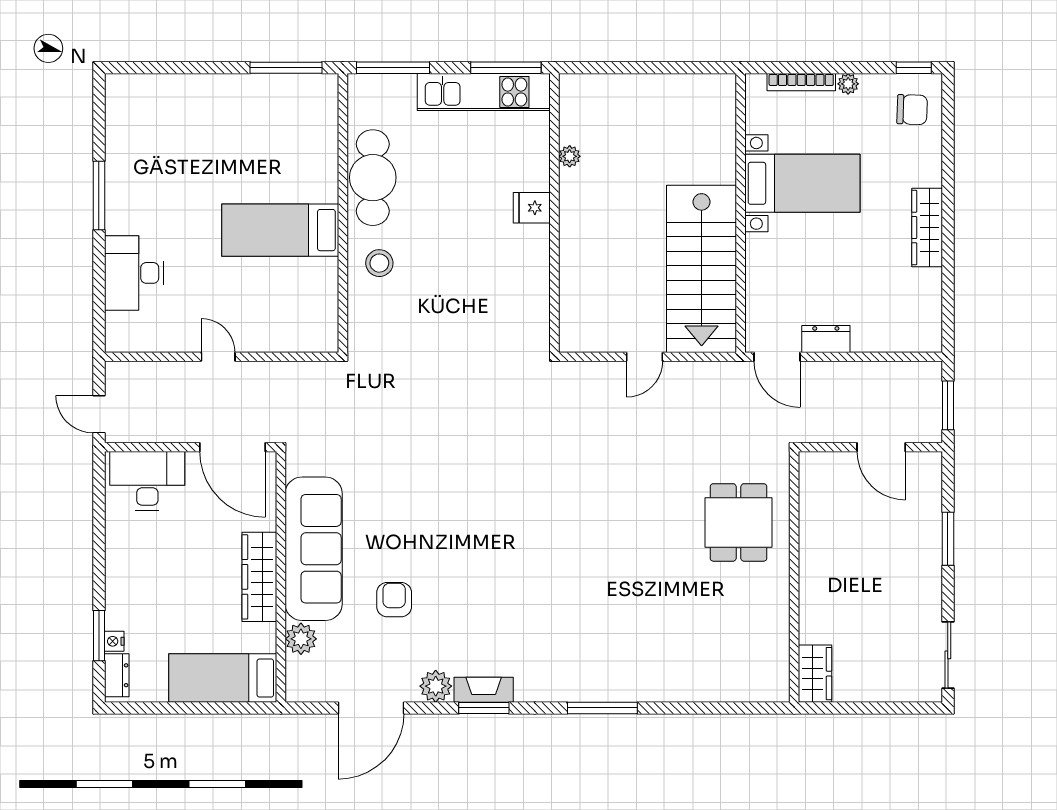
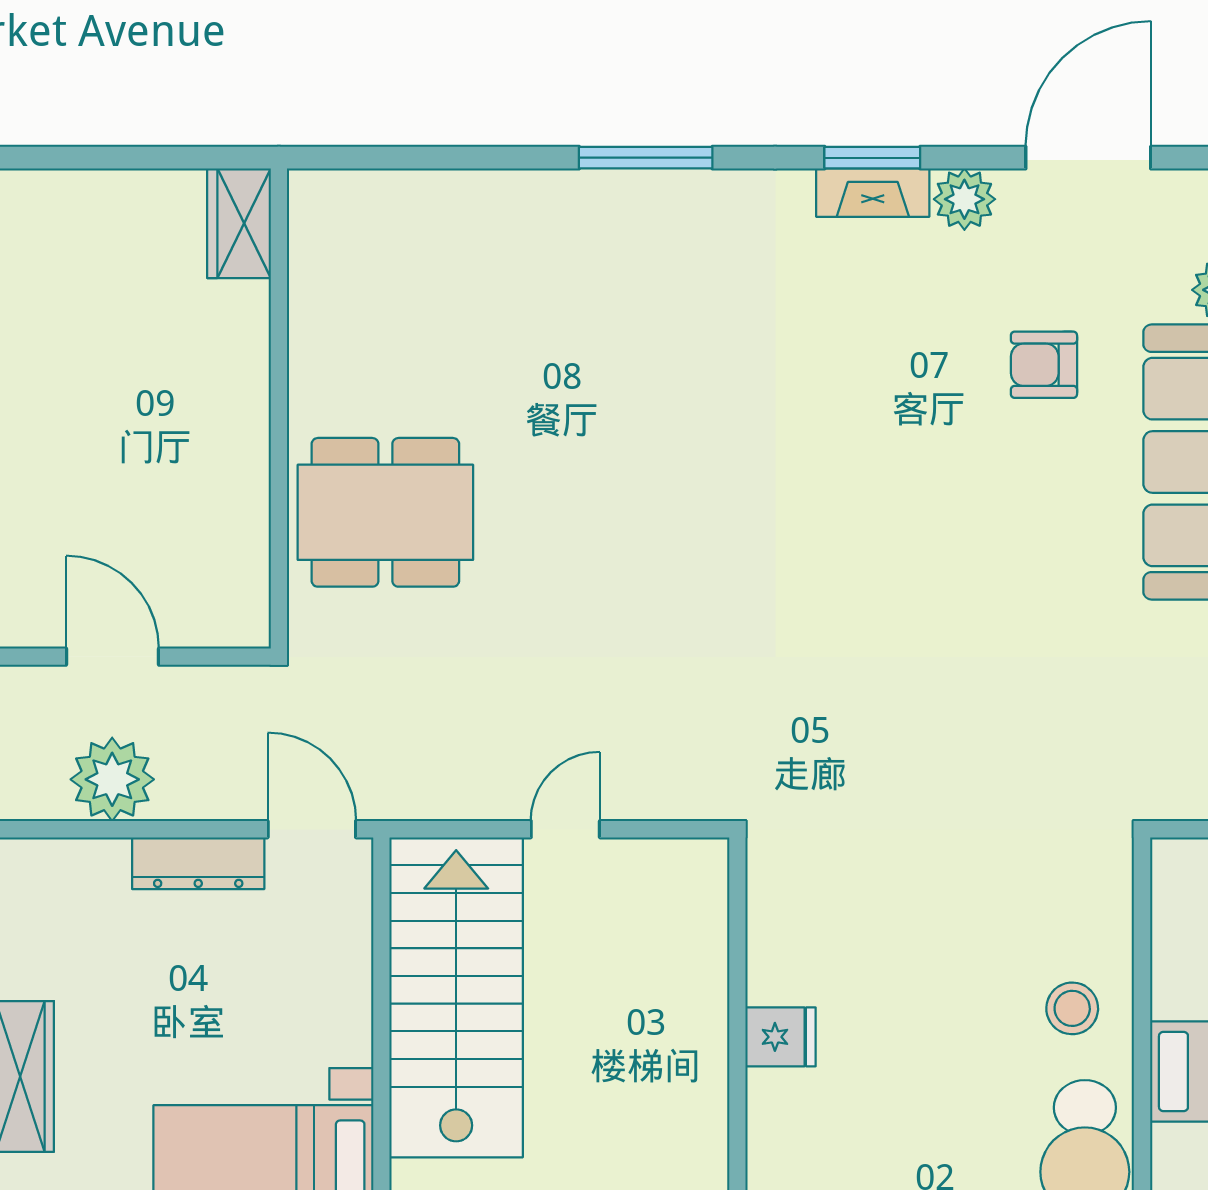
fridge: (532, 208) -> (781, 1037), moved
dresser: (826, 339) -> (198, 863), width x1.44
plant: (881, 383) -> (112, 779), added
dining table: (739, 522) -> (385, 512), width x1.38
armchair: (394, 600) -> (1044, 365), turned 90

